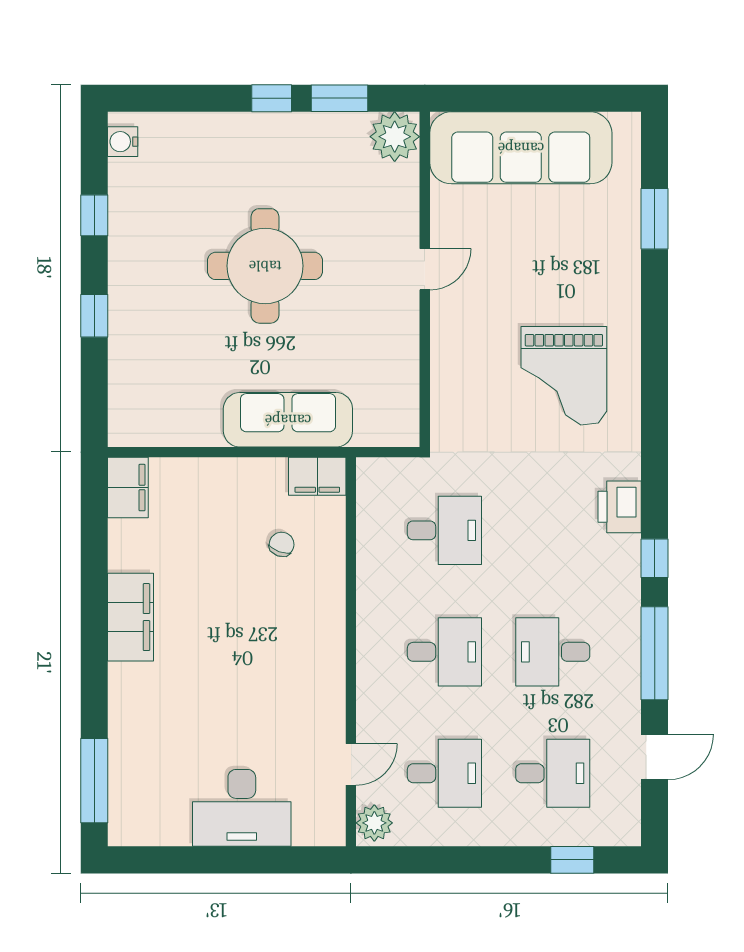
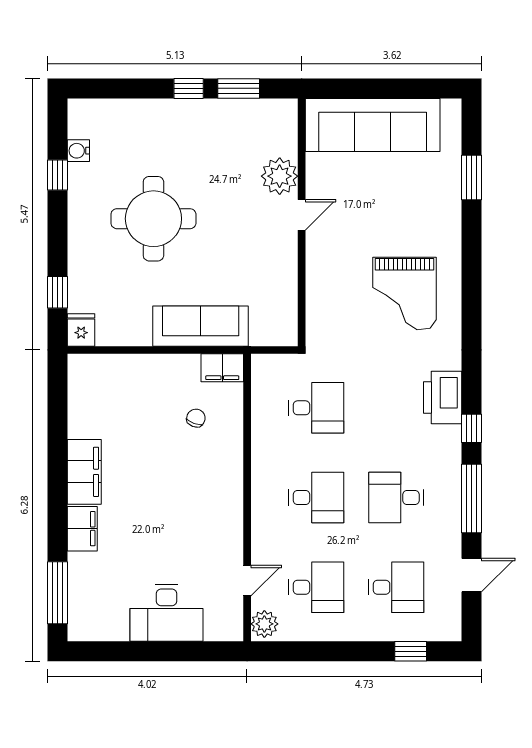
plant: (395, 137) -> (280, 176), moved
water cooler: (123, 142) -> (78, 151), moved
round table: (265, 266) -> (153, 219), moved
window: (94, 316) -> (57, 292), moved
fridge: (126, 425) -> (81, 330), added
filing cabinet: (128, 488) -> (82, 529), moved
printer: (620, 507) -> (443, 398), width x1.37, depth x1.19

